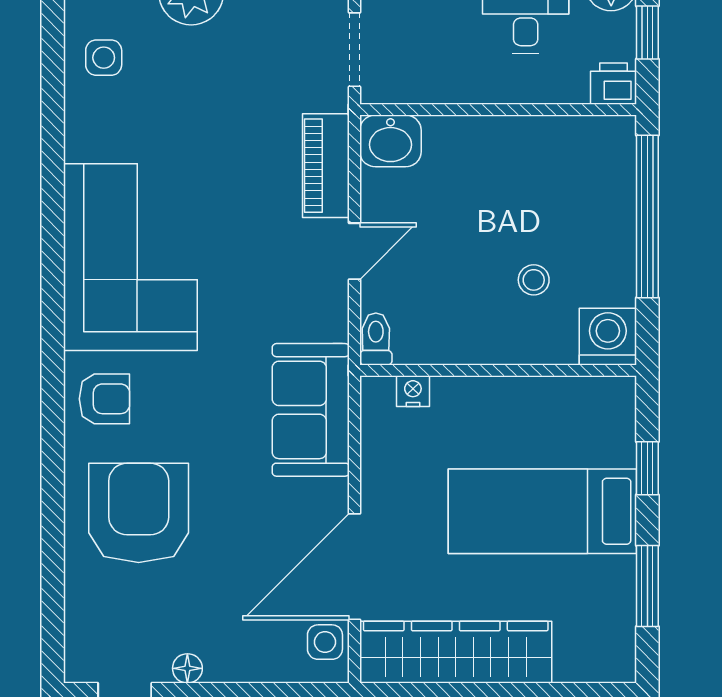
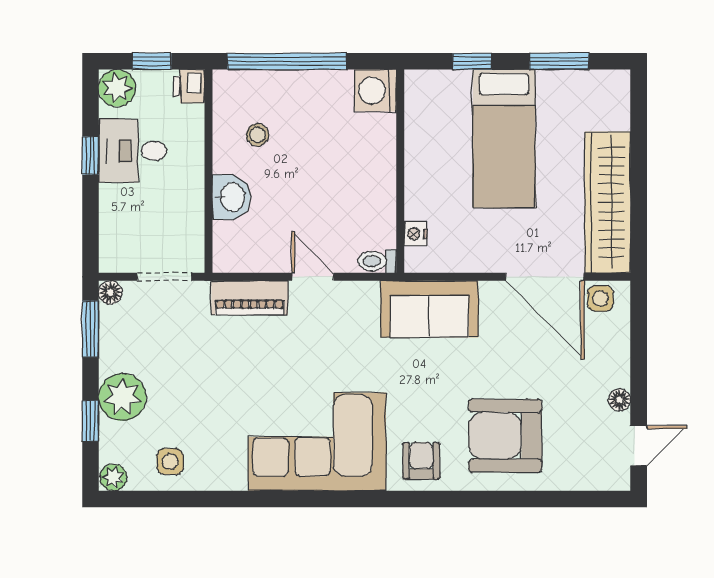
washbasin: (390, 141) -> (231, 197), moved
stool: (534, 280) -> (258, 135), moved

